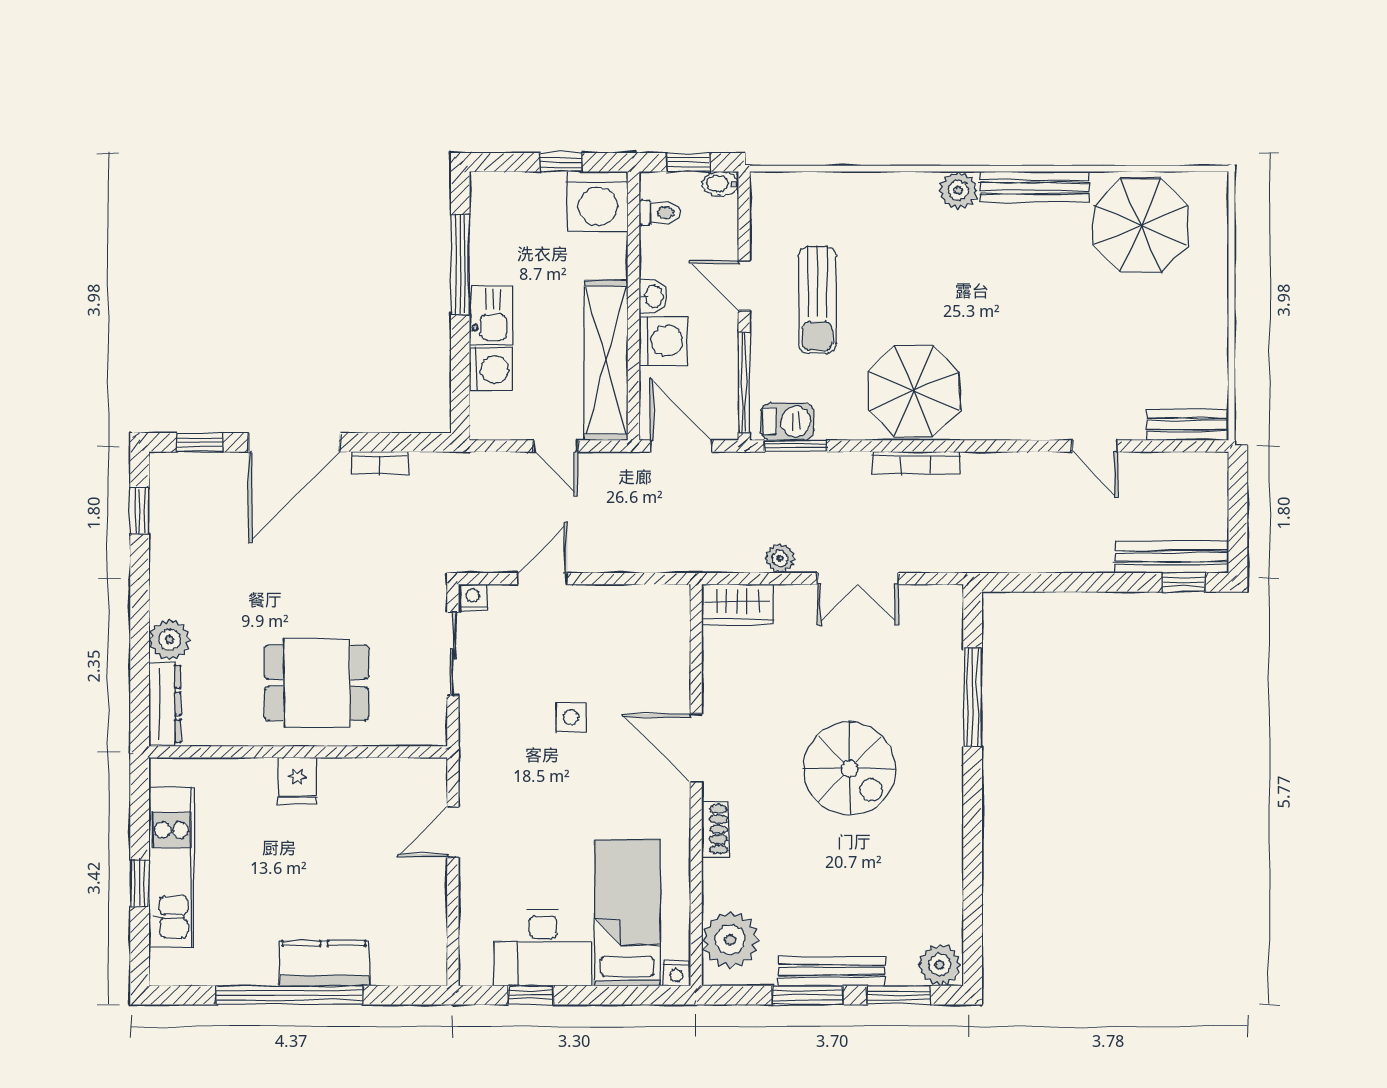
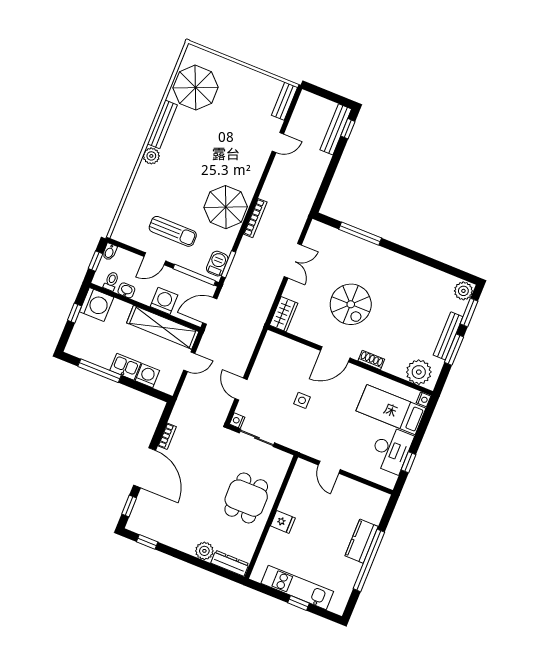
washbasin: (653, 296) -> (126, 290), moved
plant: (780, 558) -> (272, 289), removed
spiral stairs: (850, 769) -> (351, 304), moved, turned 90

